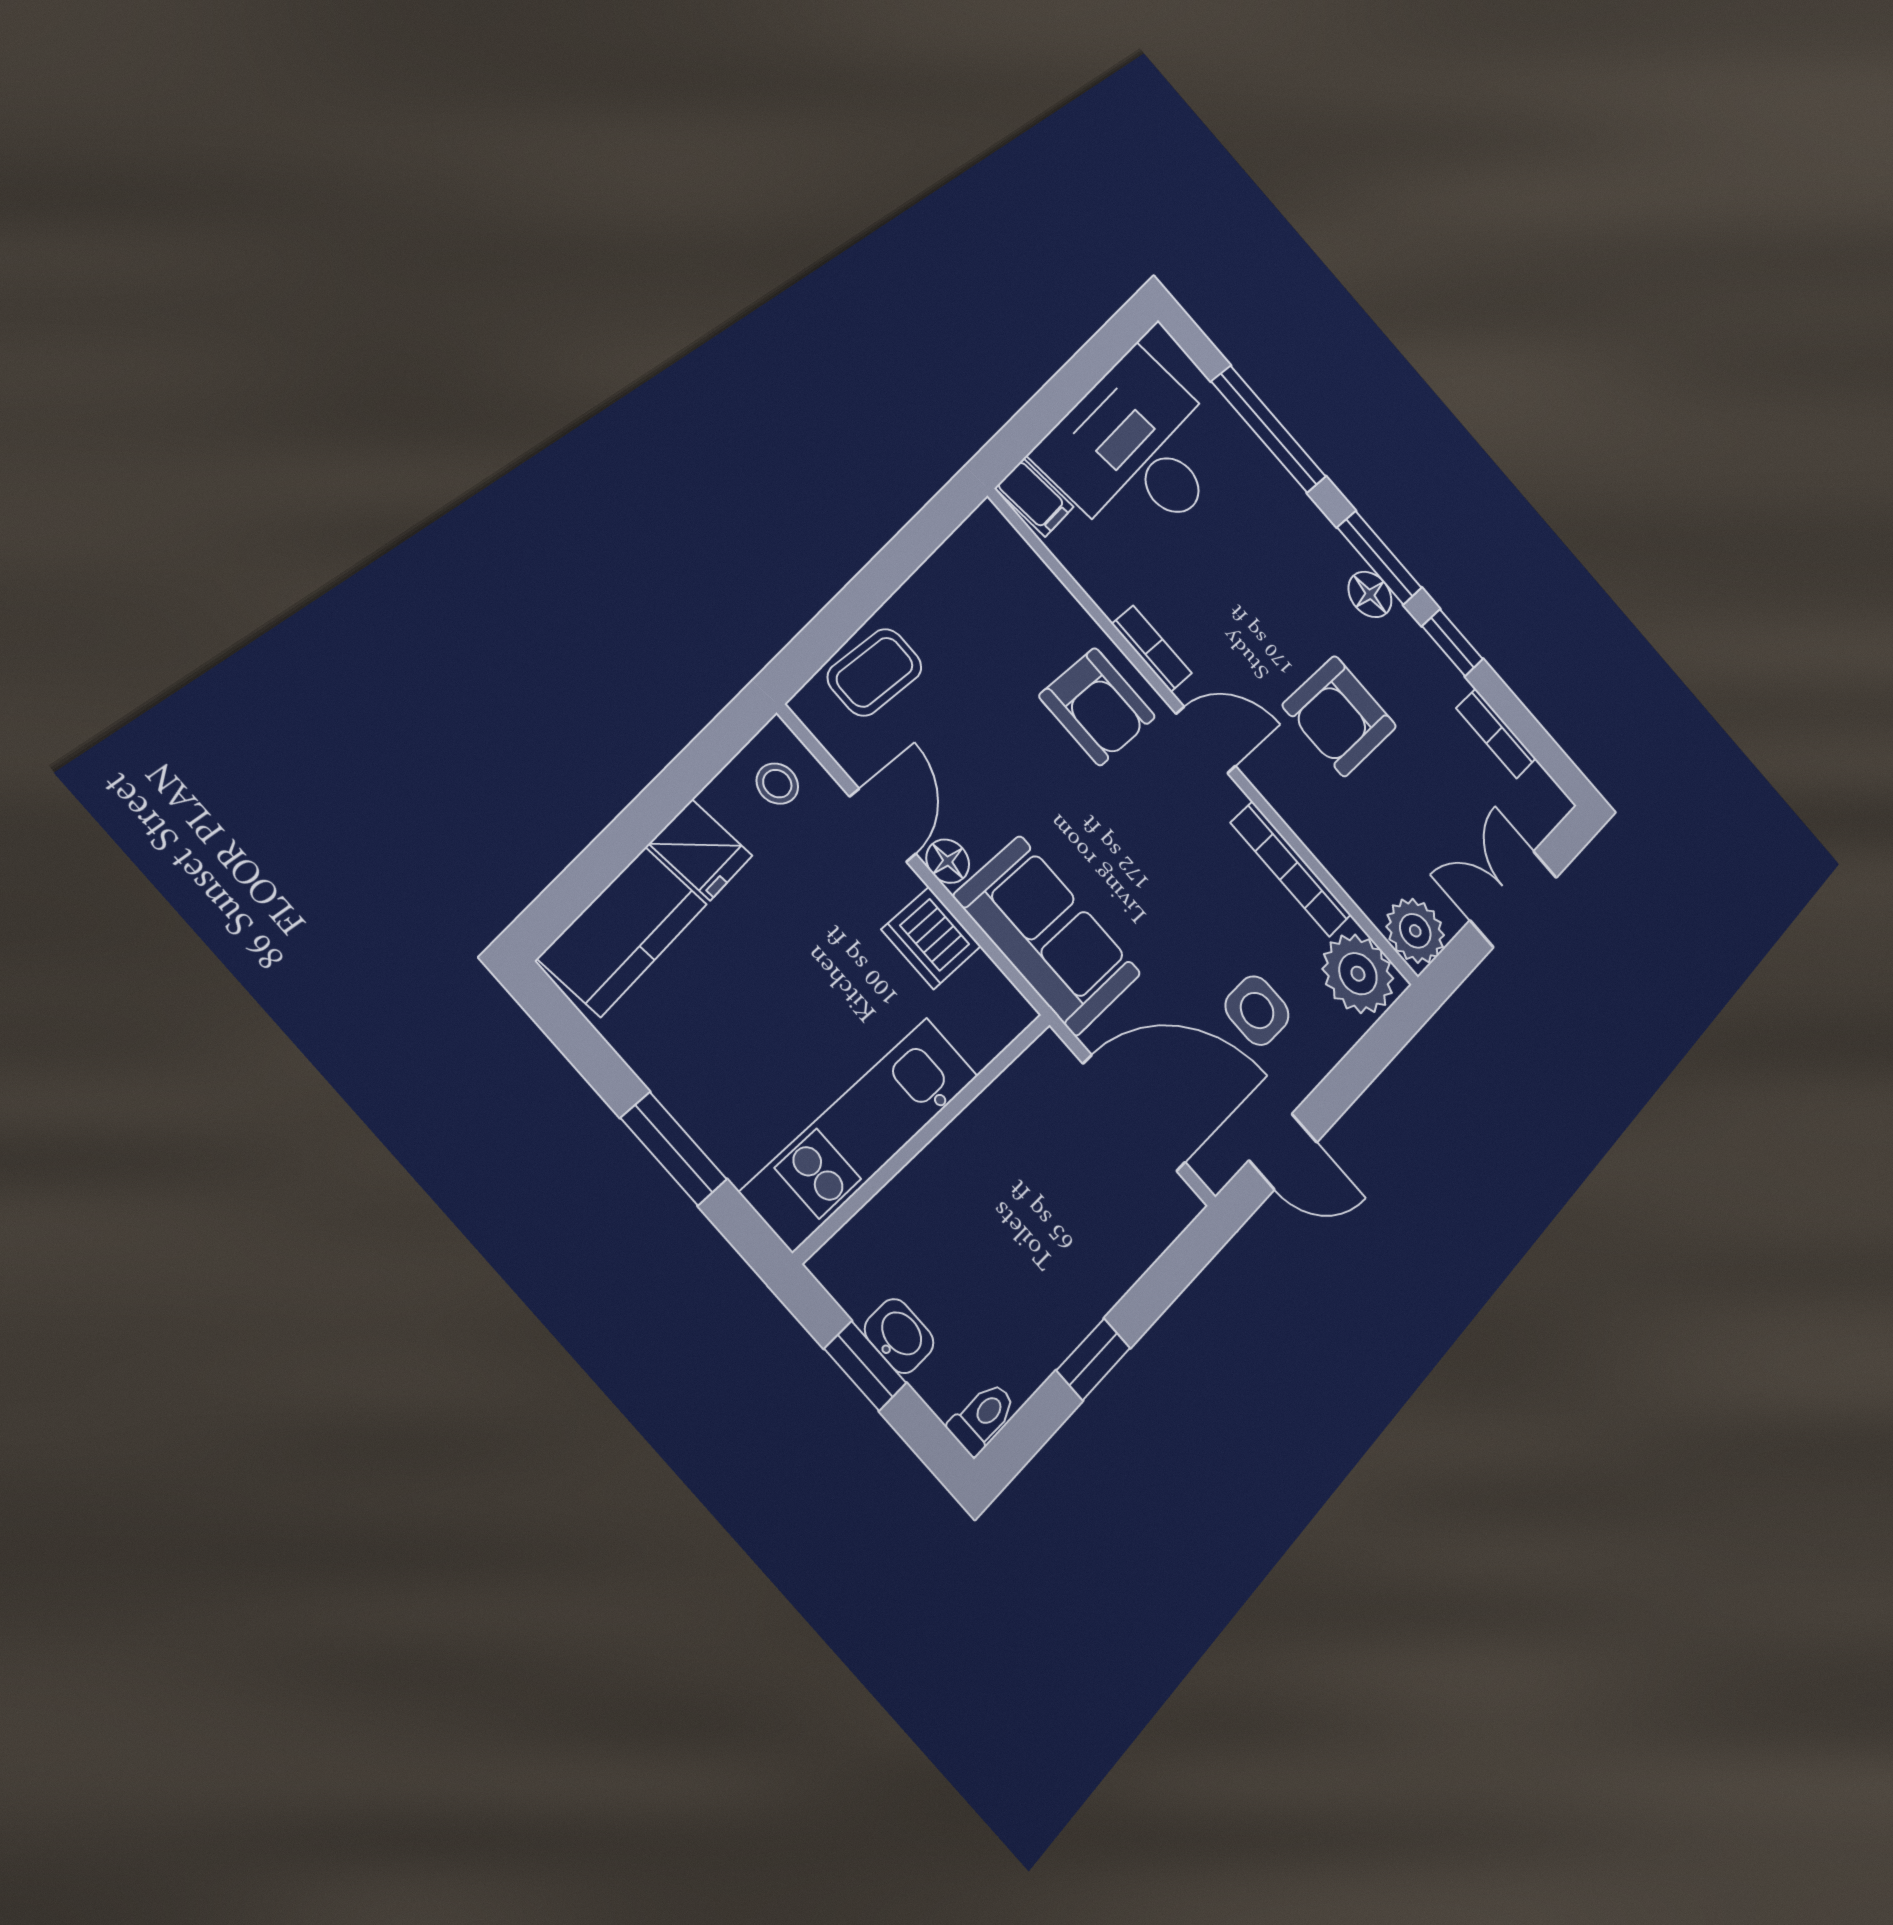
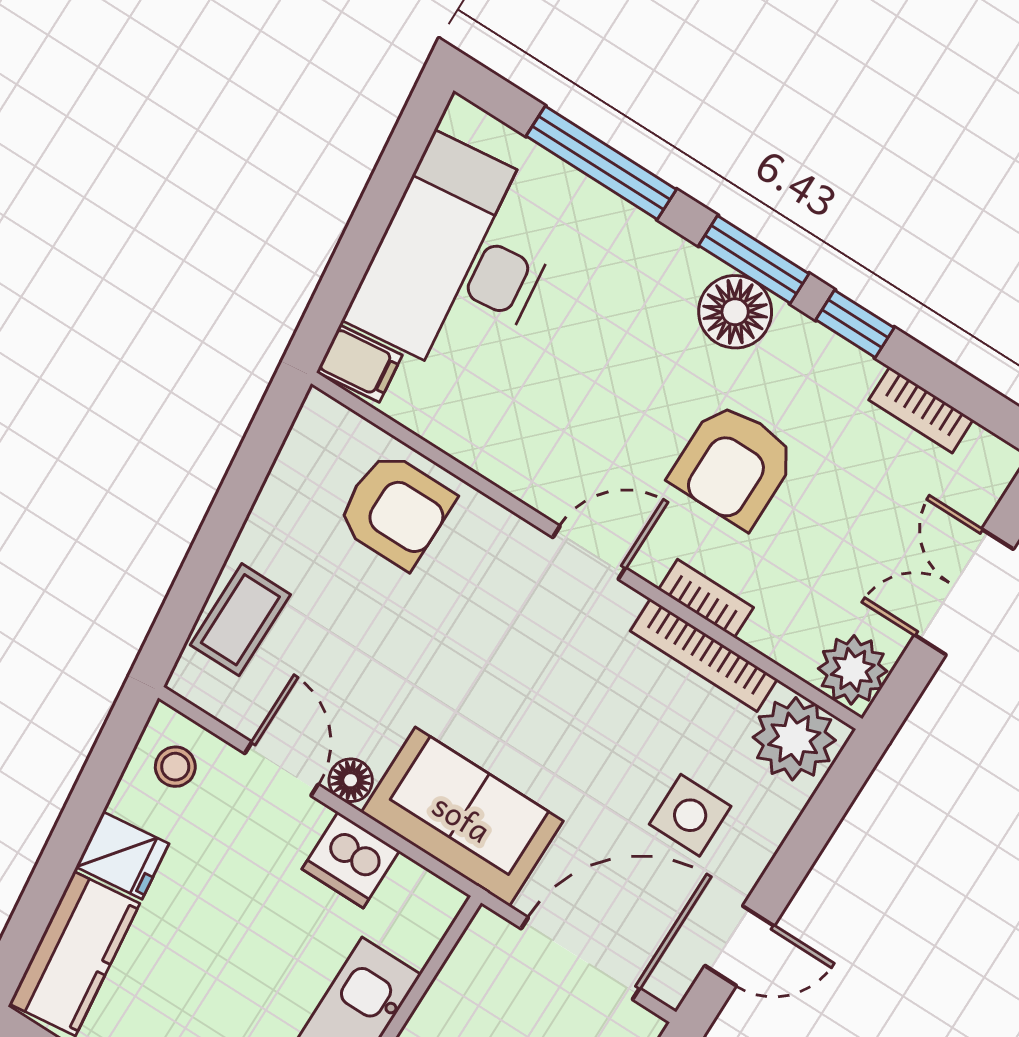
floor lamp: (1370, 594) -> (735, 312), width x1.38, depth x1.38
bookcase: (1152, 649) -> (706, 598), moved
armchair: (1097, 706) -> (396, 510), moved

